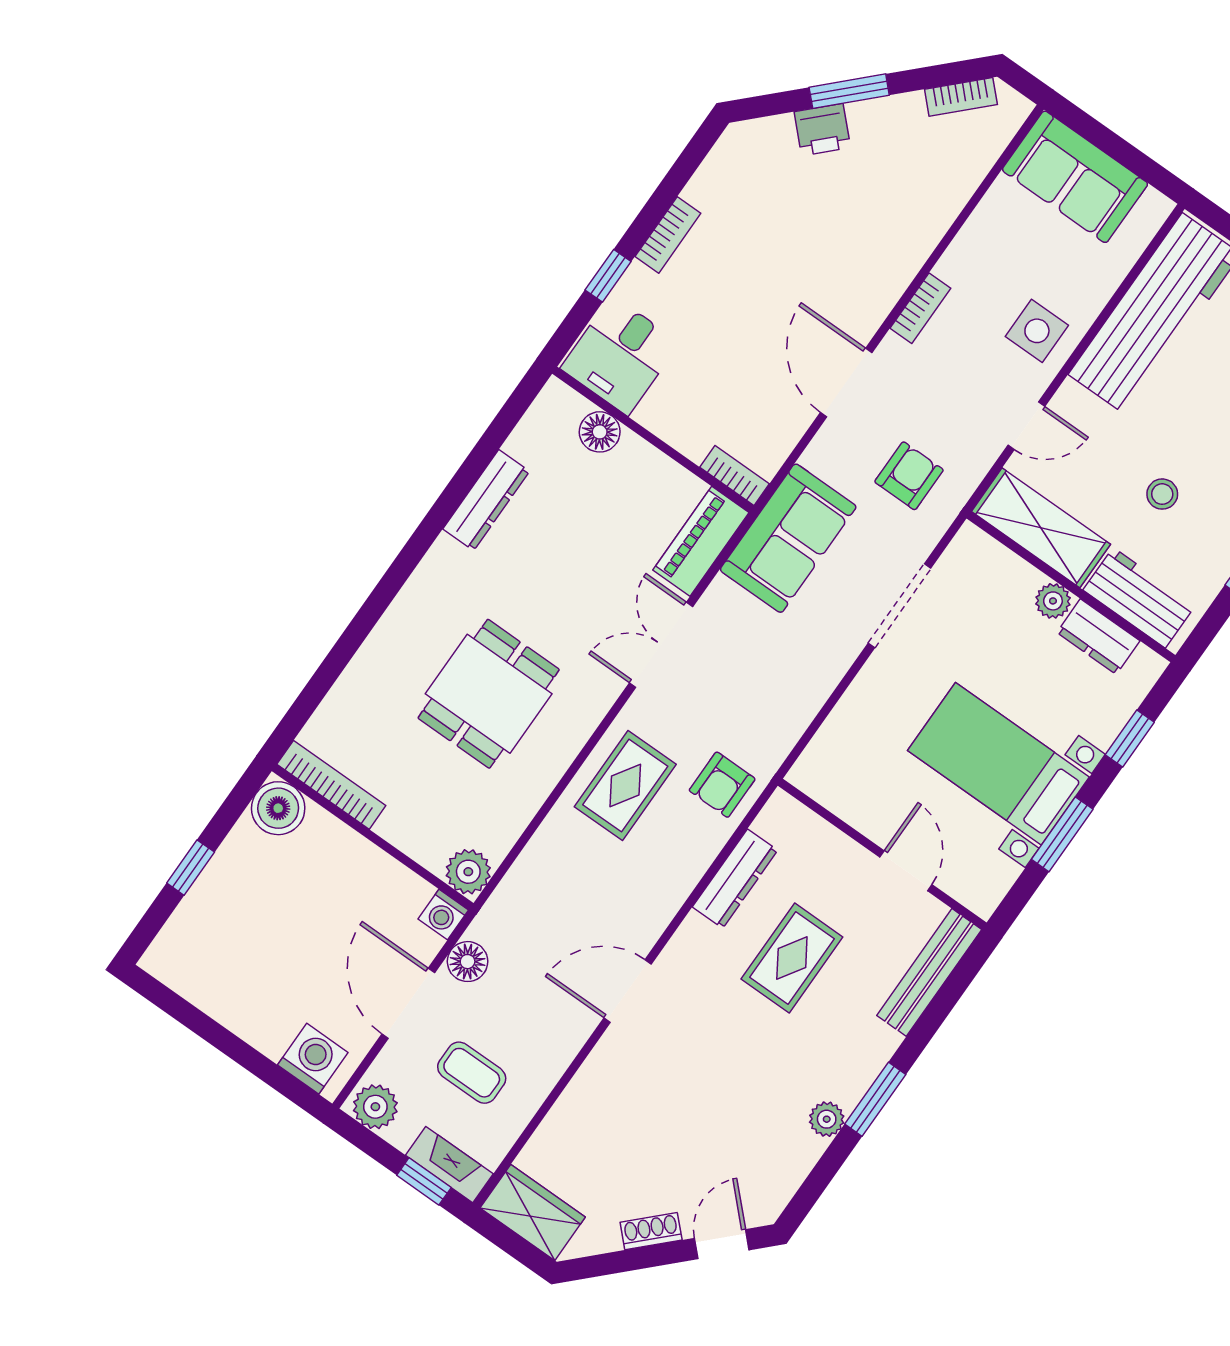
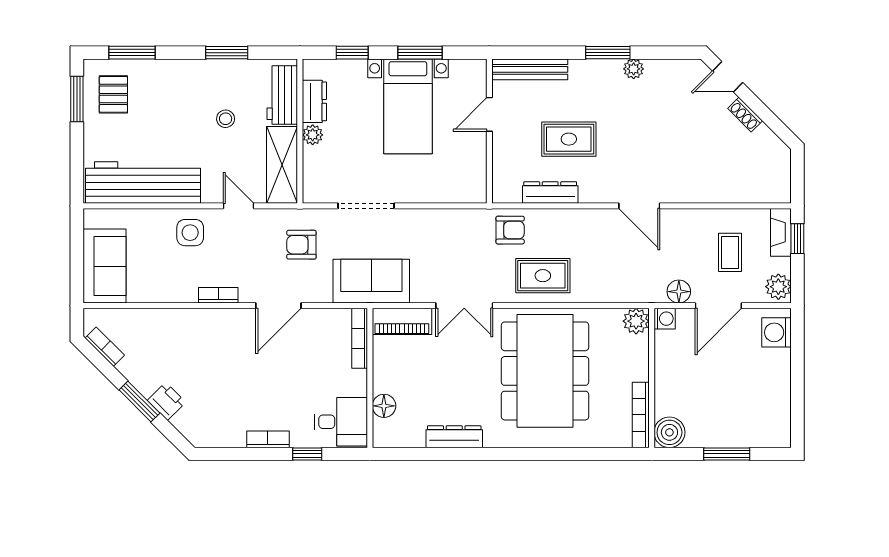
bookcase: (735, 475) -> (360, 338), width x1.56
dining table: (489, 694) -> (545, 371), width x1.88, depth x1.24
window: (191, 868) -> (727, 454), width x1.50
wardrobe: (533, 1212) -> (776, 177), removed

